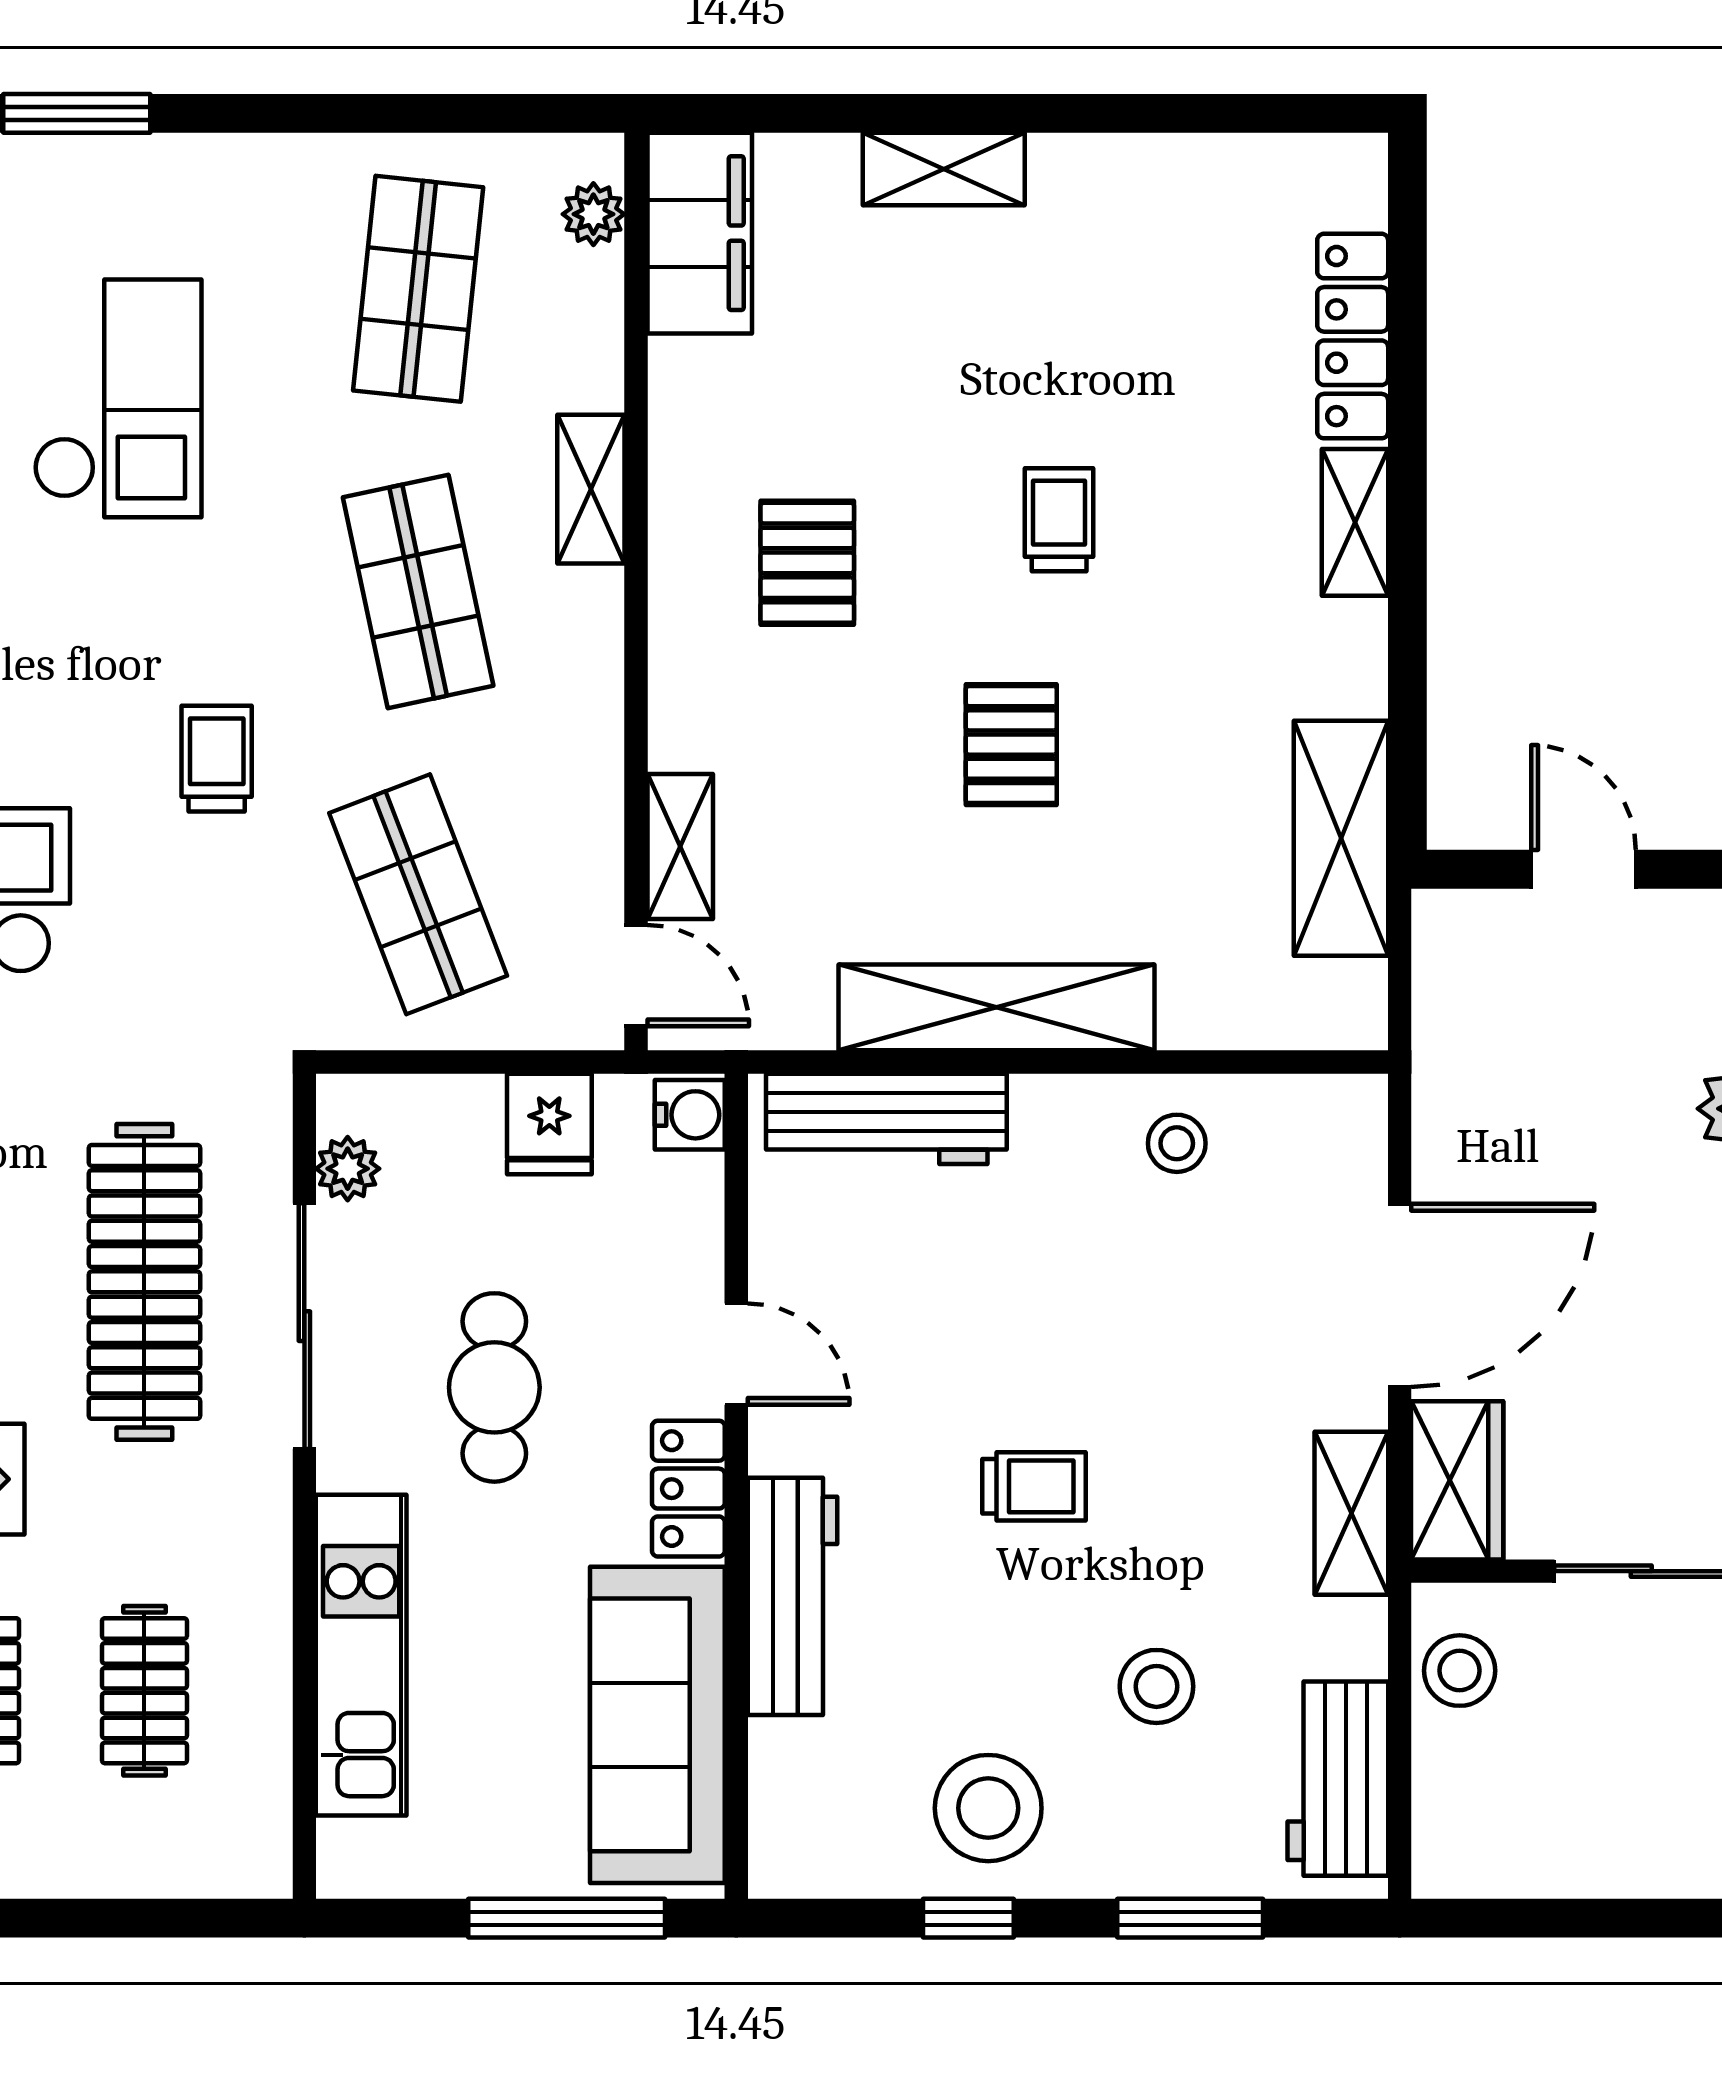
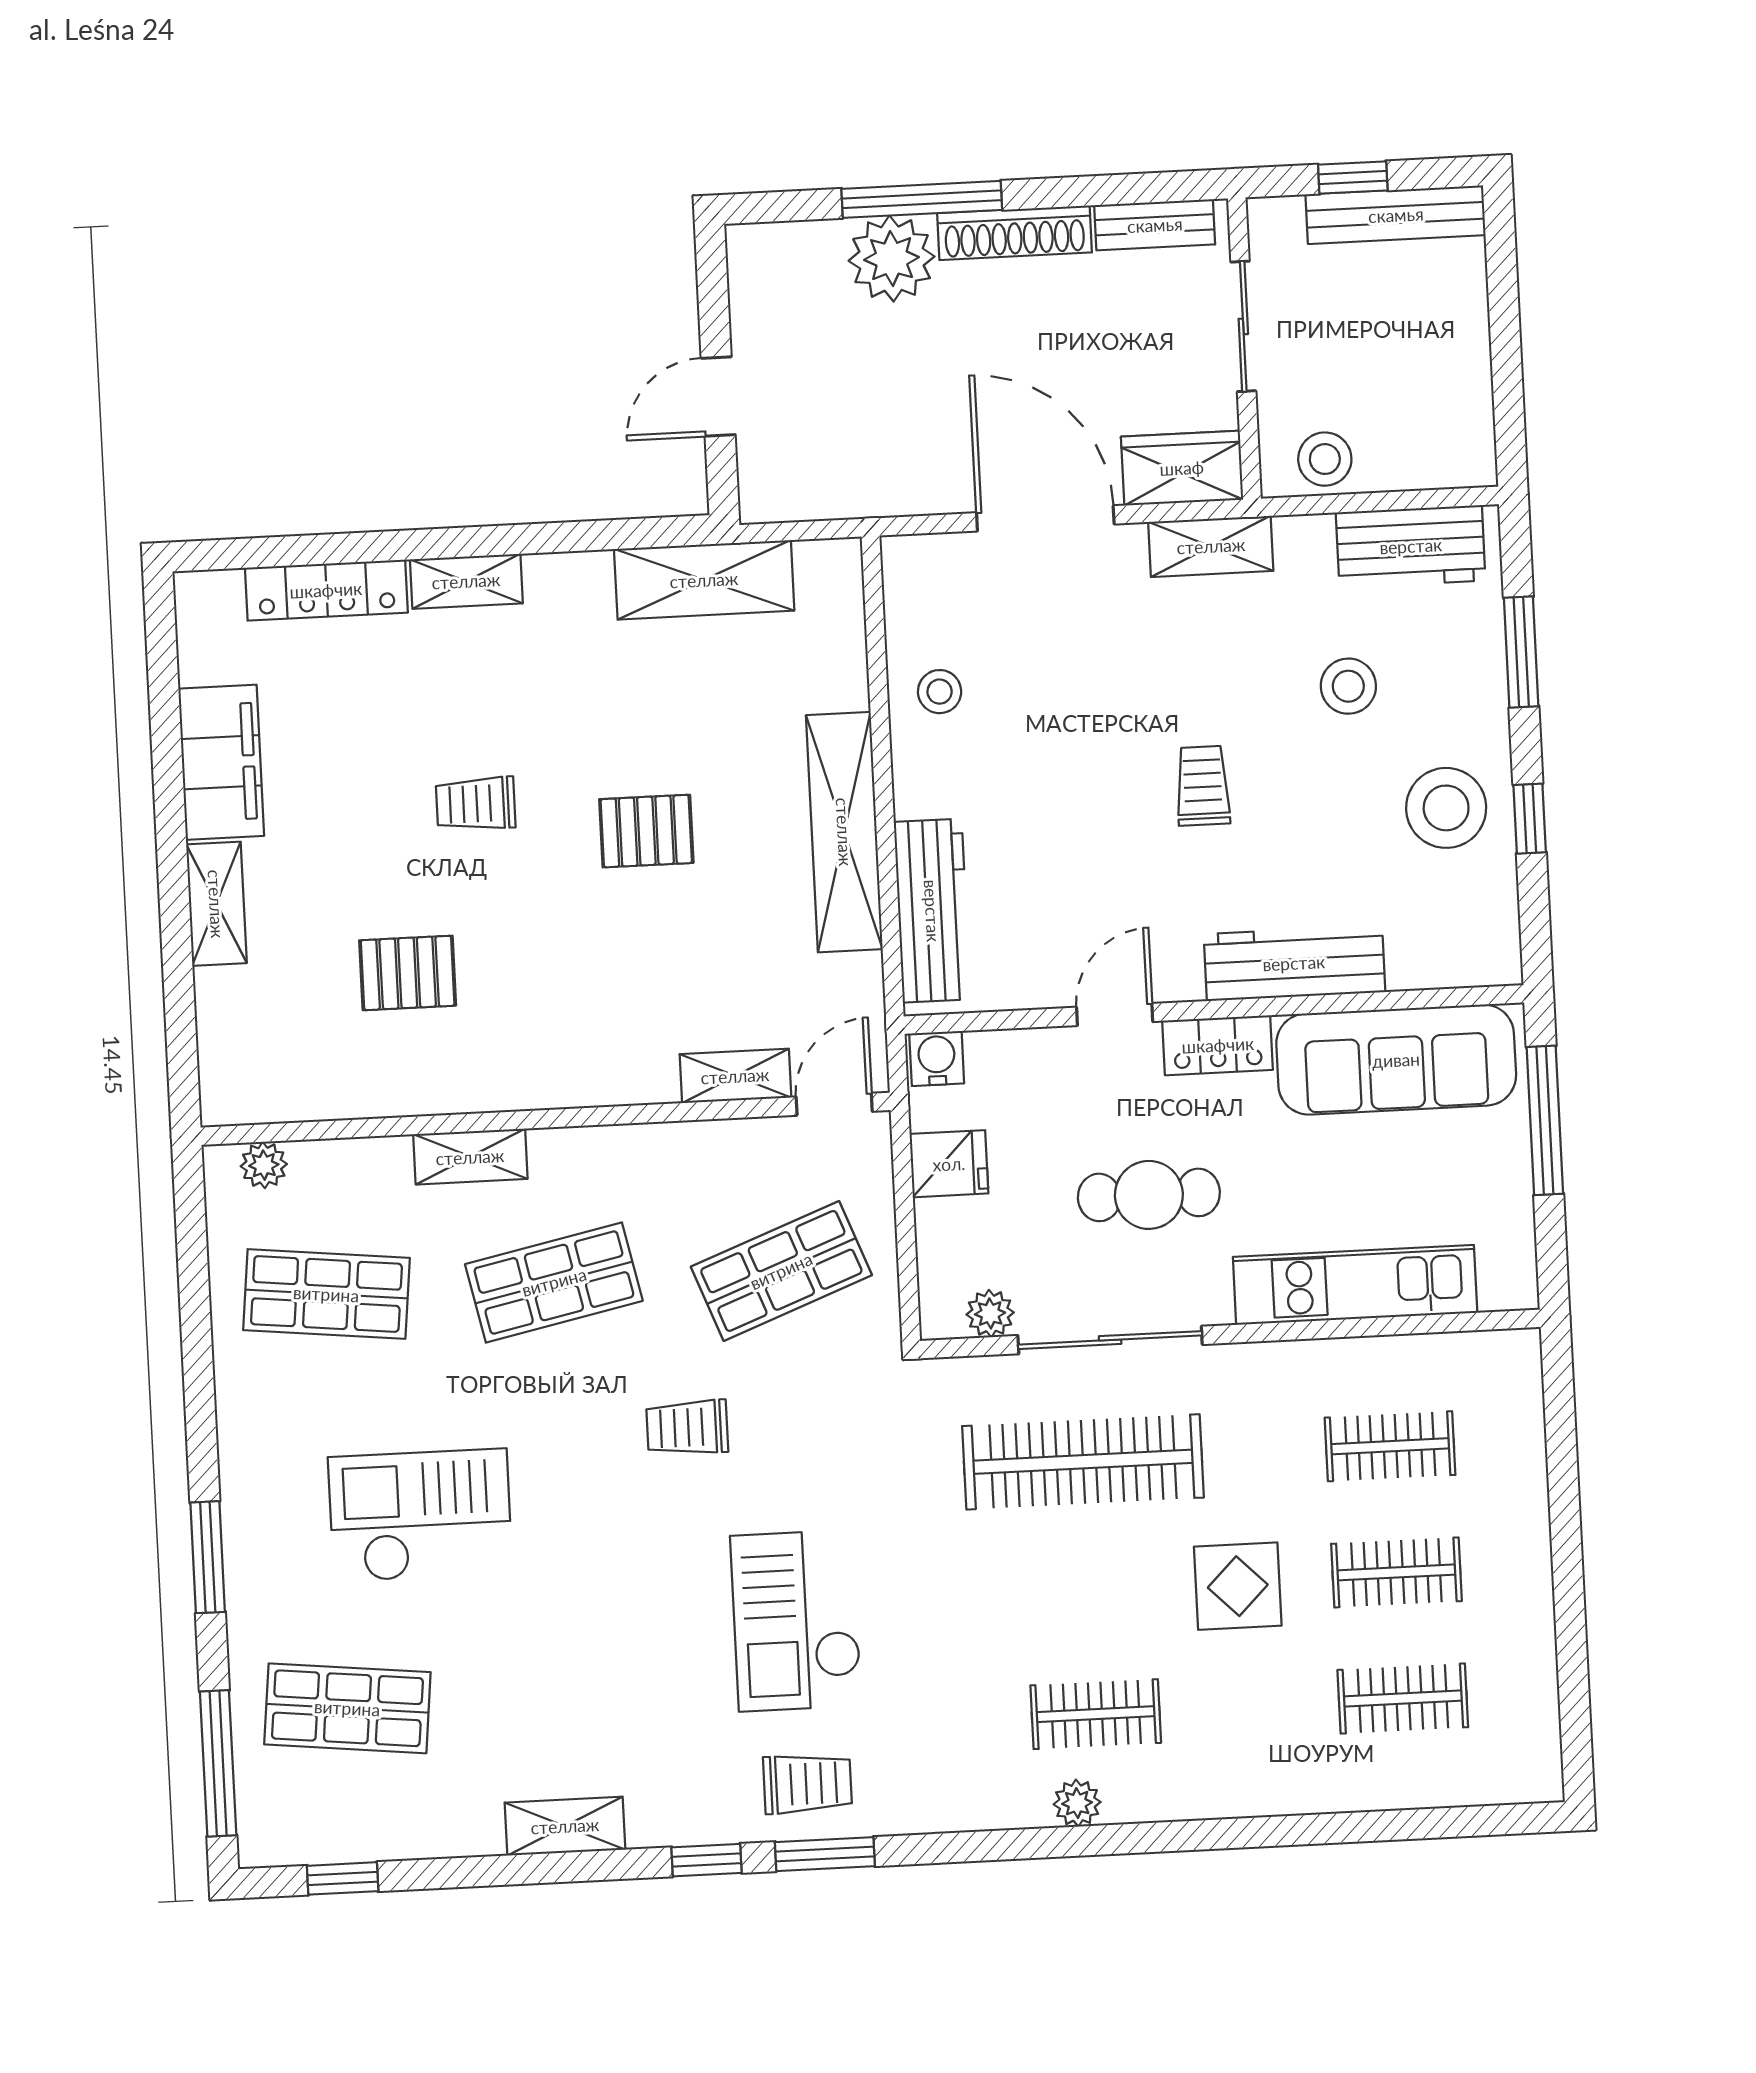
filing cabinet: (700, 233) -> (221, 762), moved, turned 90
pallet: (807, 563) -> (408, 973), moved

